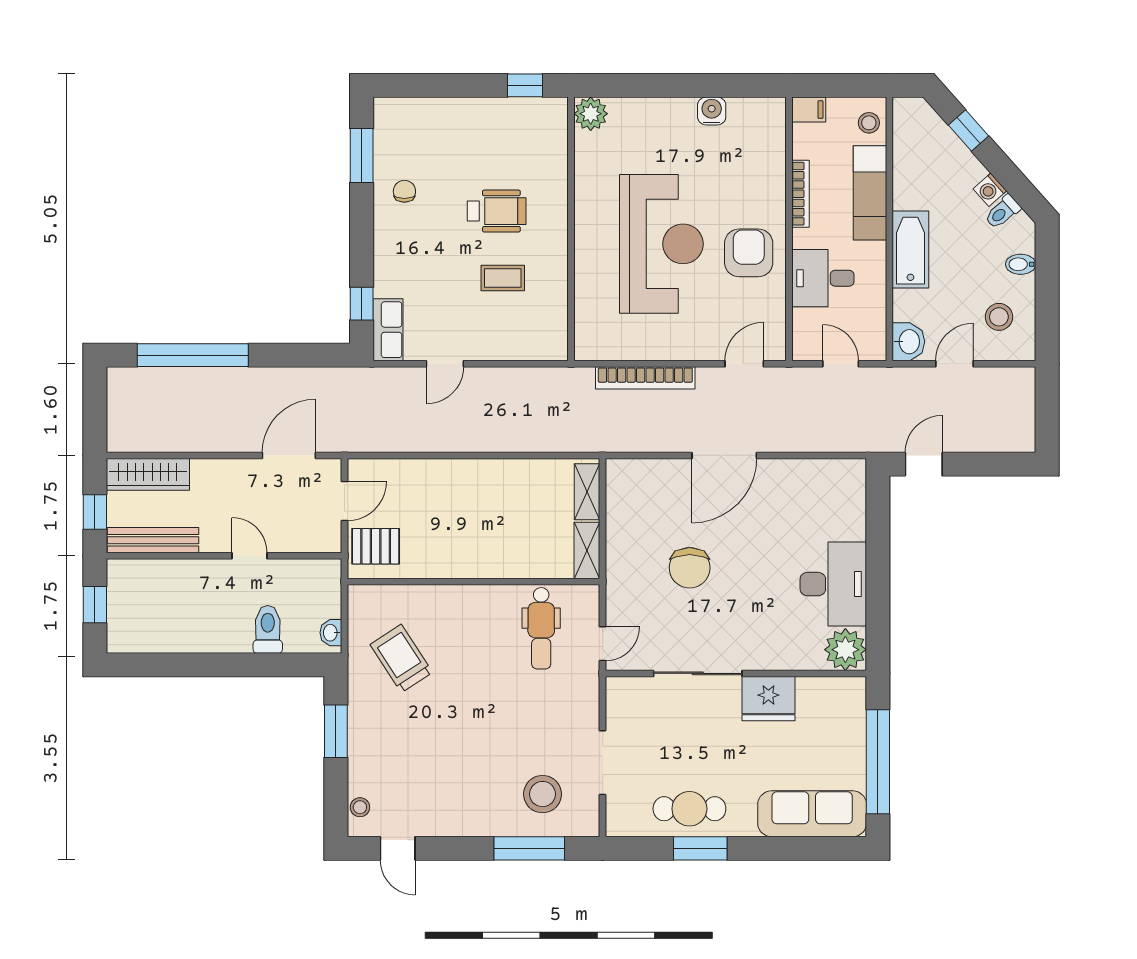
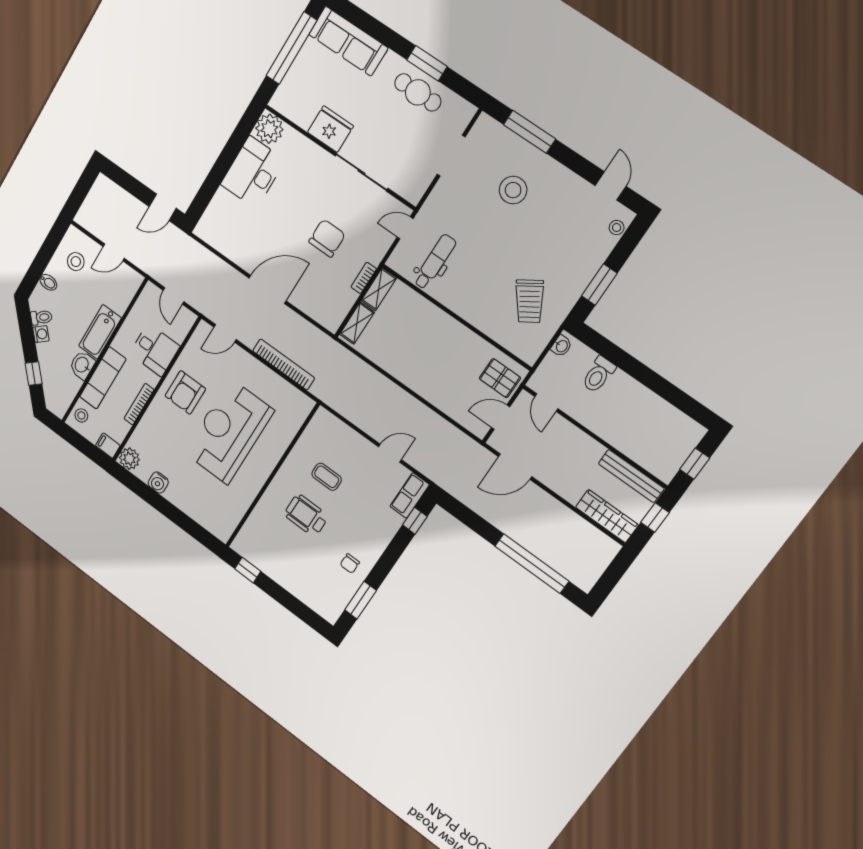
plant: (591, 114) -> (129, 459), moved
washbasin: (908, 342) -> (82, 365), moved
bookcase: (614, 551) -> (364, 278), added
door: (250, 556) -> (546, 403), moved
stool: (543, 794) -> (513, 190), moved

